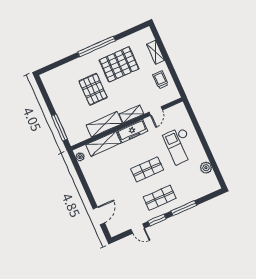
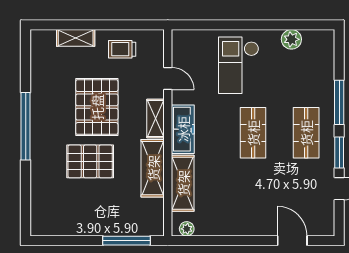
pallet: (119, 64) -> (97, 107), moved
checkout: (180, 146) -> (239, 65), turned 90

